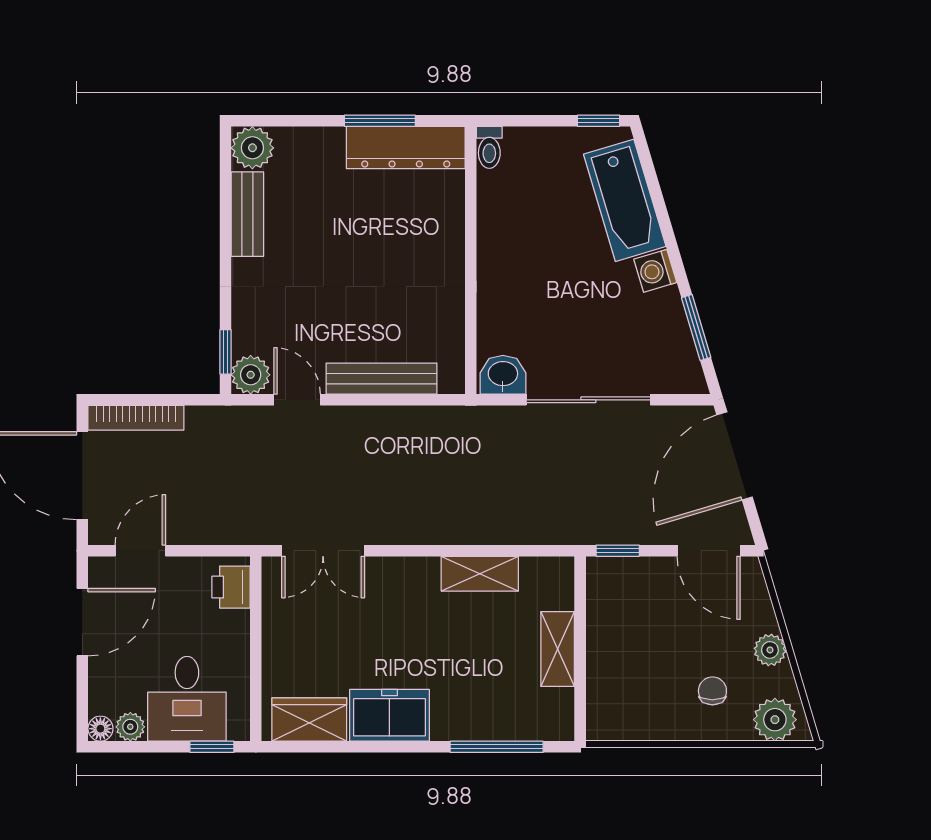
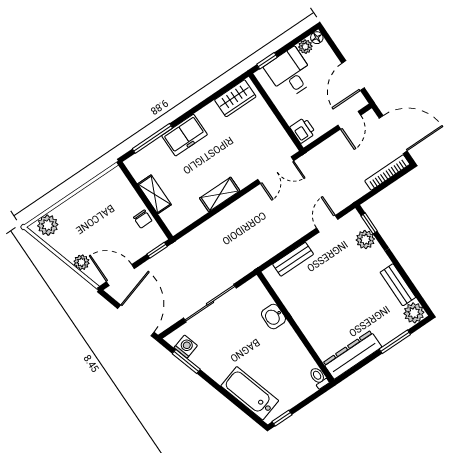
window: (380, 121) -> (395, 342), moved
washing machine: (655, 271) -> (186, 347), moved
plant: (251, 375) -> (365, 240), moved
washbasin: (503, 375) -> (273, 316), moved, turned 90
bench: (382, 379) -> (293, 259), width x0.73
door: (297, 400) -> (327, 224), swing flipped
double door: (323, 551) -> (276, 170), swing flipped
shelving: (480, 574) -> (220, 194), moved
plant: (770, 650) -> (82, 262), moved
chair: (712, 691) -> (143, 219), moved
freezer: (389, 715) -> (184, 135), moved

